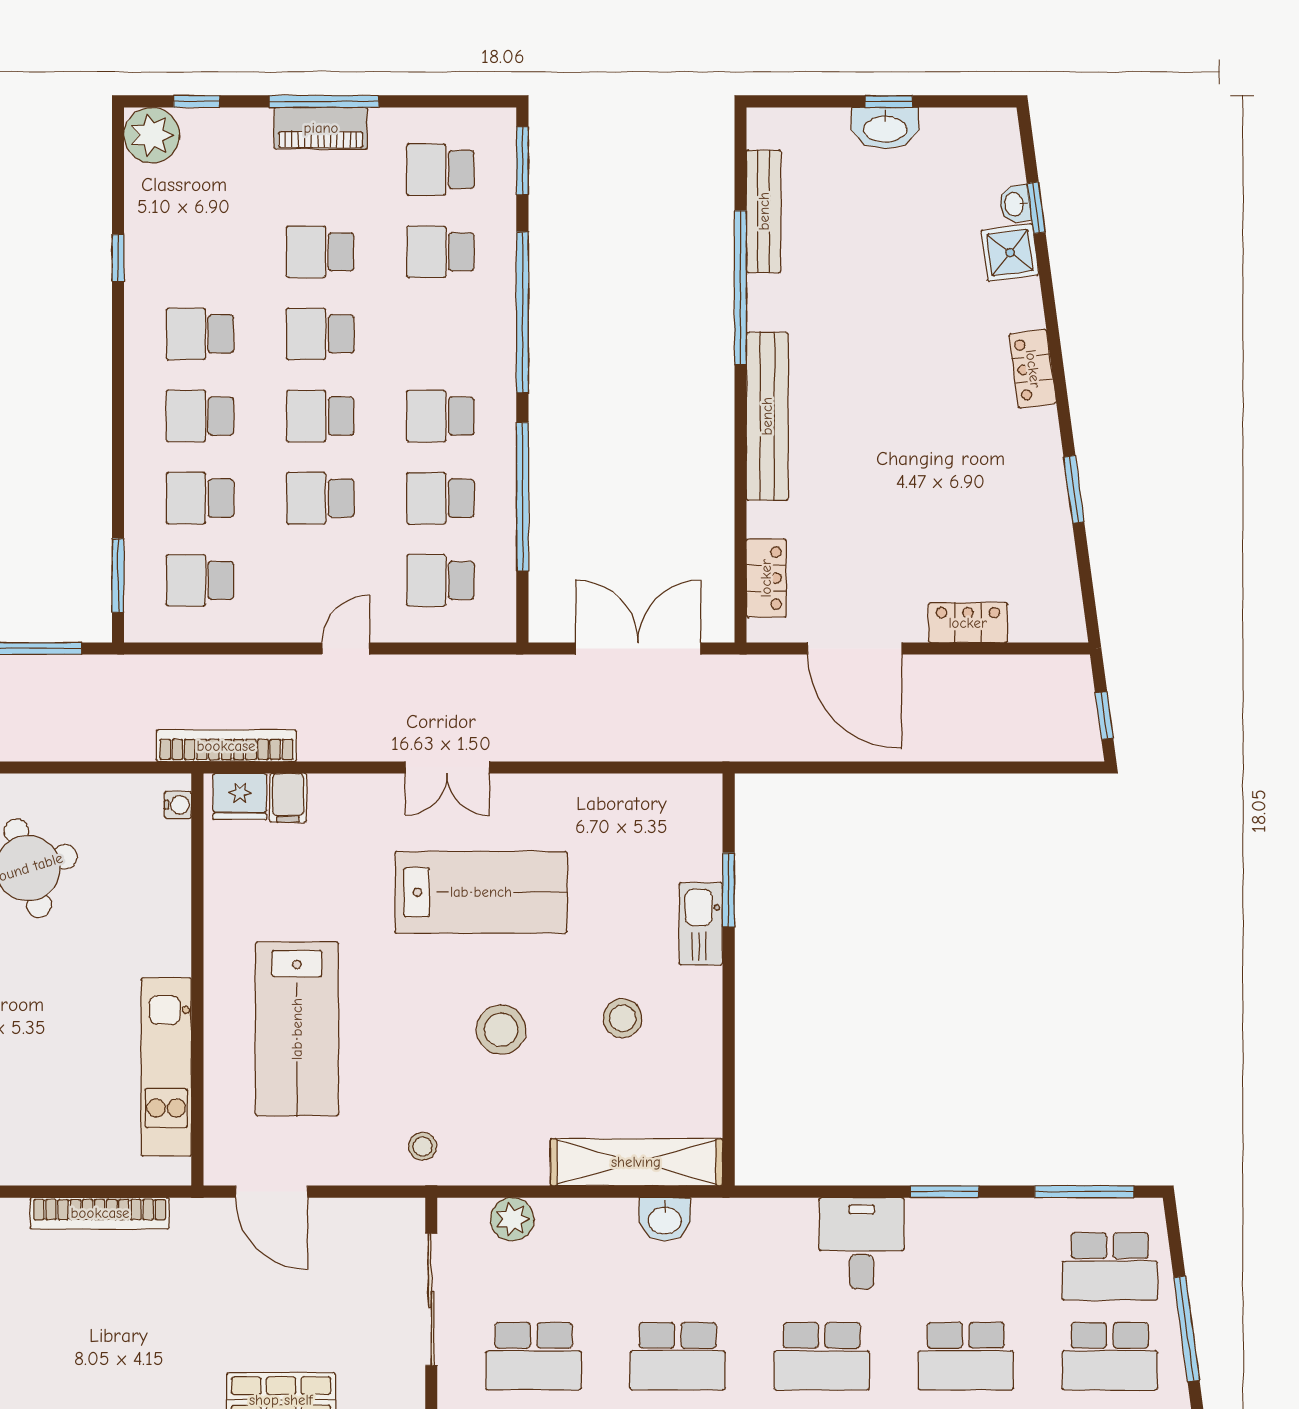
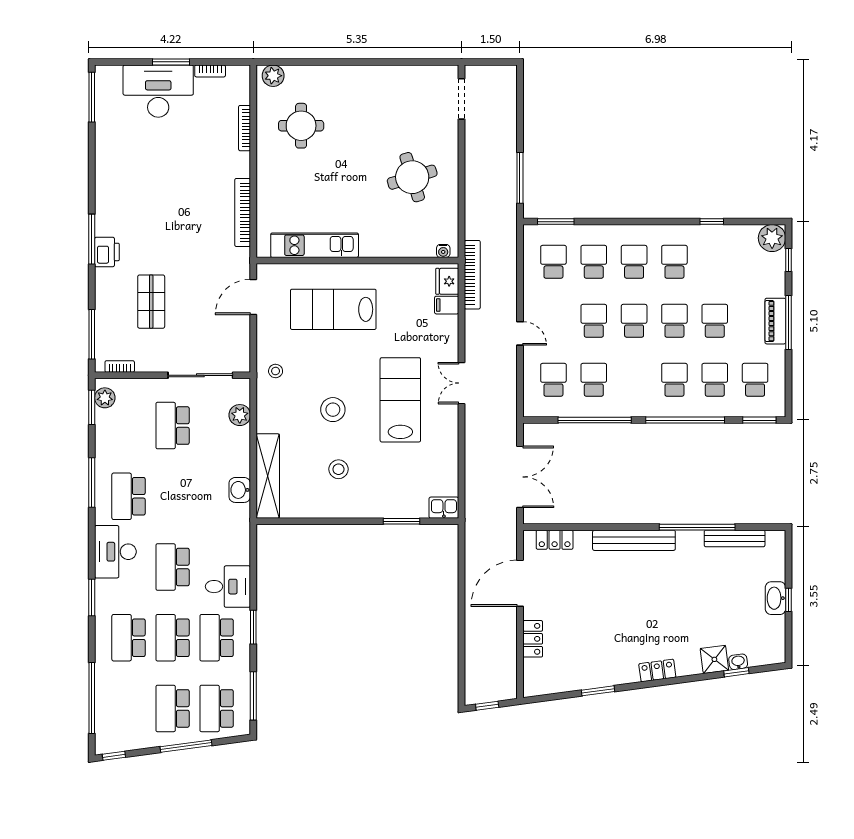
school desk: (440, 416) -> (674, 380), moved
lab bench: (481, 892) -> (400, 400), turned 180
kitchen sink: (701, 924) -> (444, 508), moved, width x0.73
school desk: (678, 1356) -> (217, 638), moved

